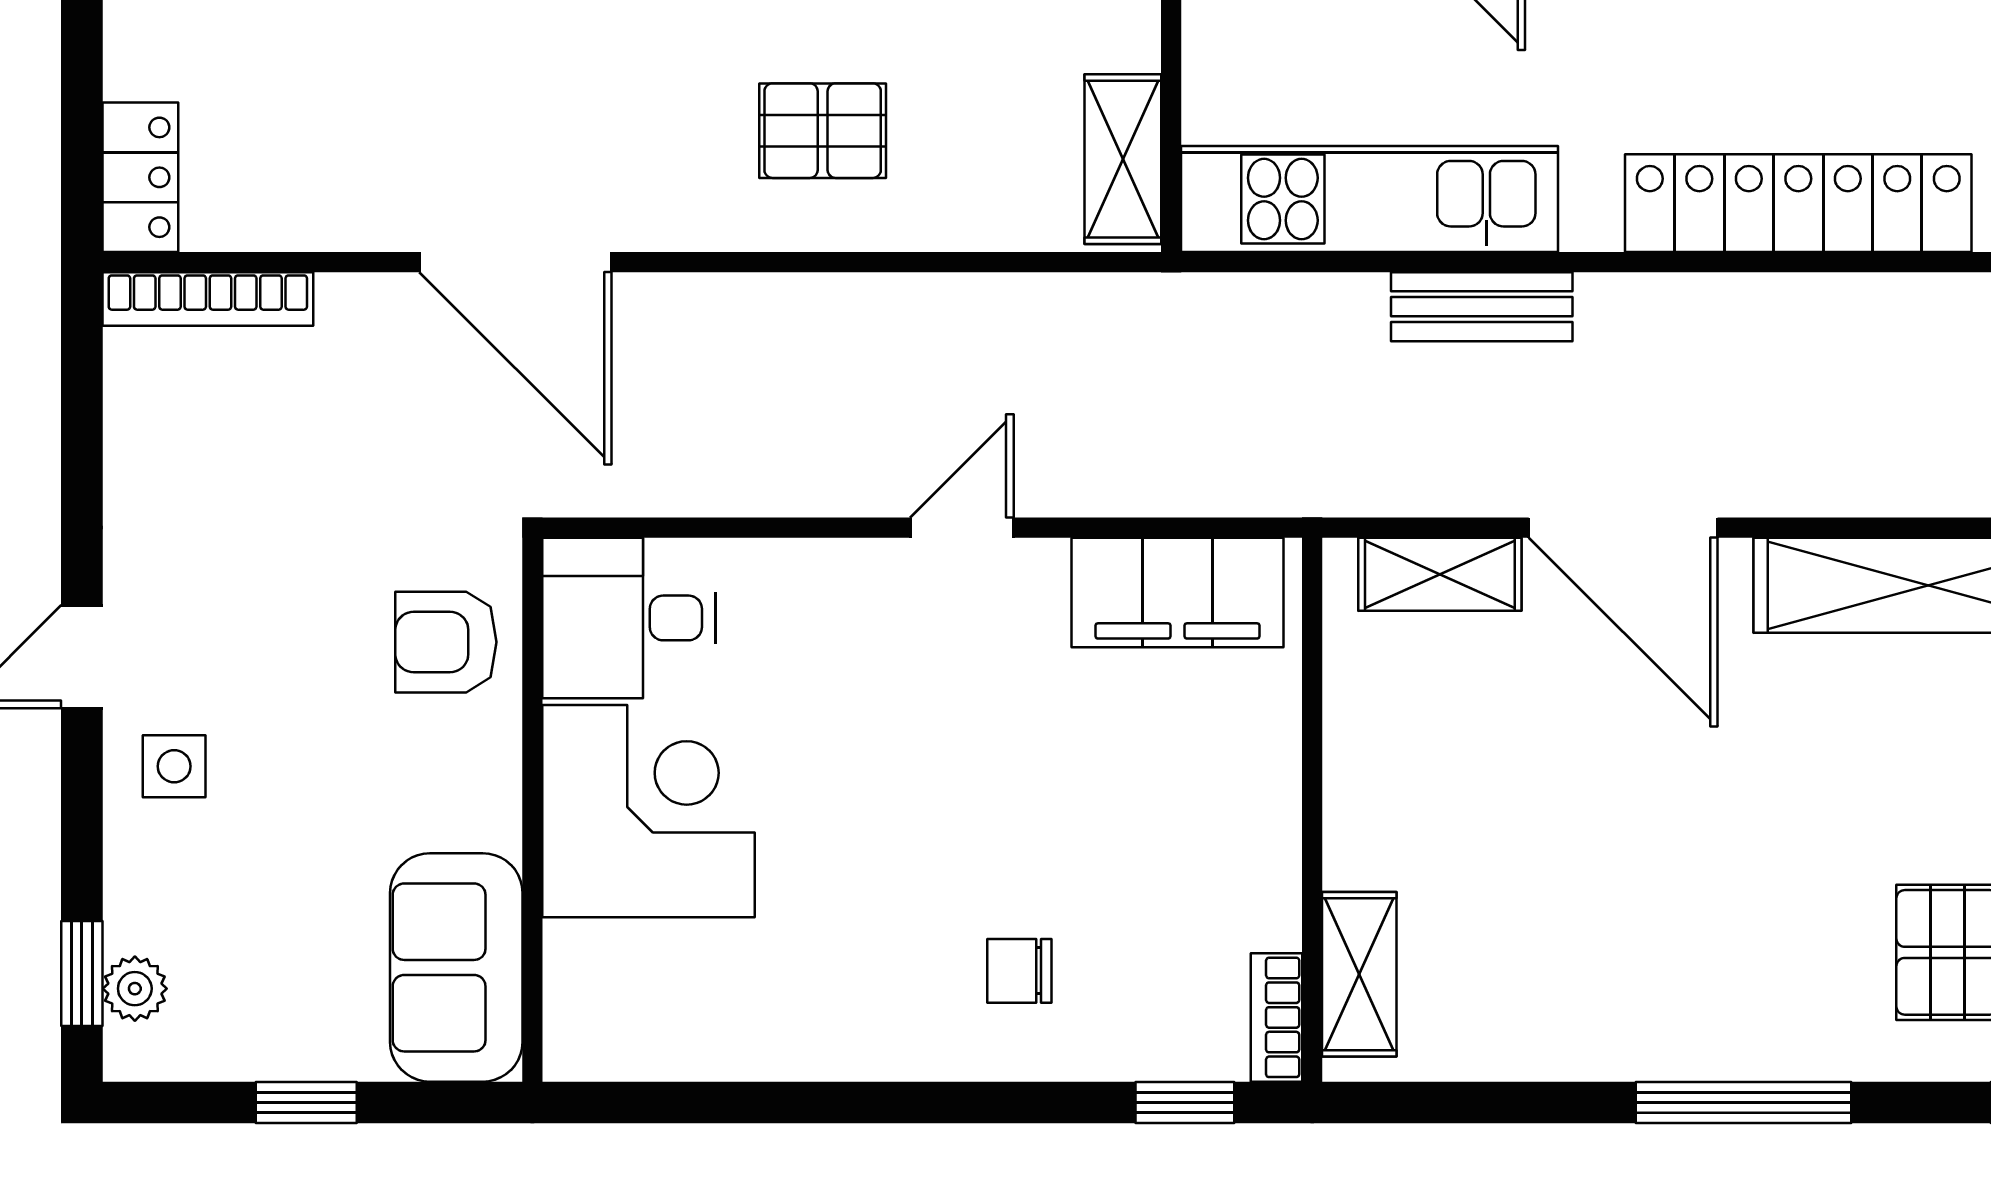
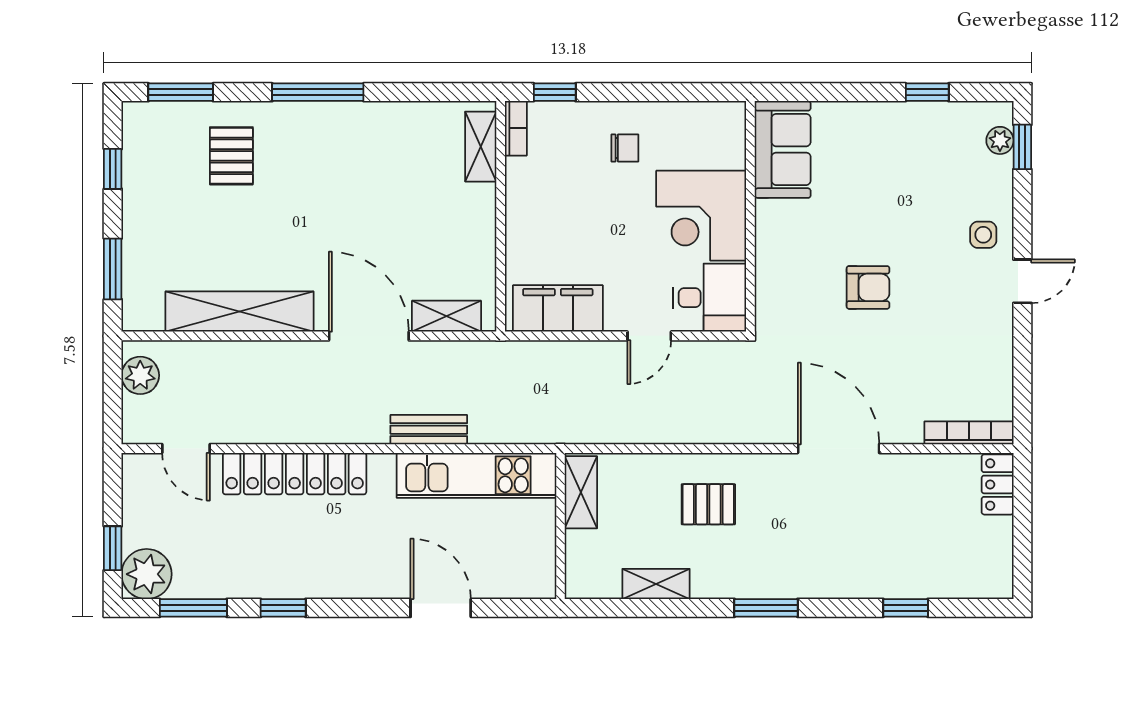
desk: (629, 618) -> (709, 298), moved
wall: (532, 810) -> (750, 216), moved
corner desk: (648, 811) -> (701, 216), moved
sofa: (456, 967) -> (783, 149), moved

